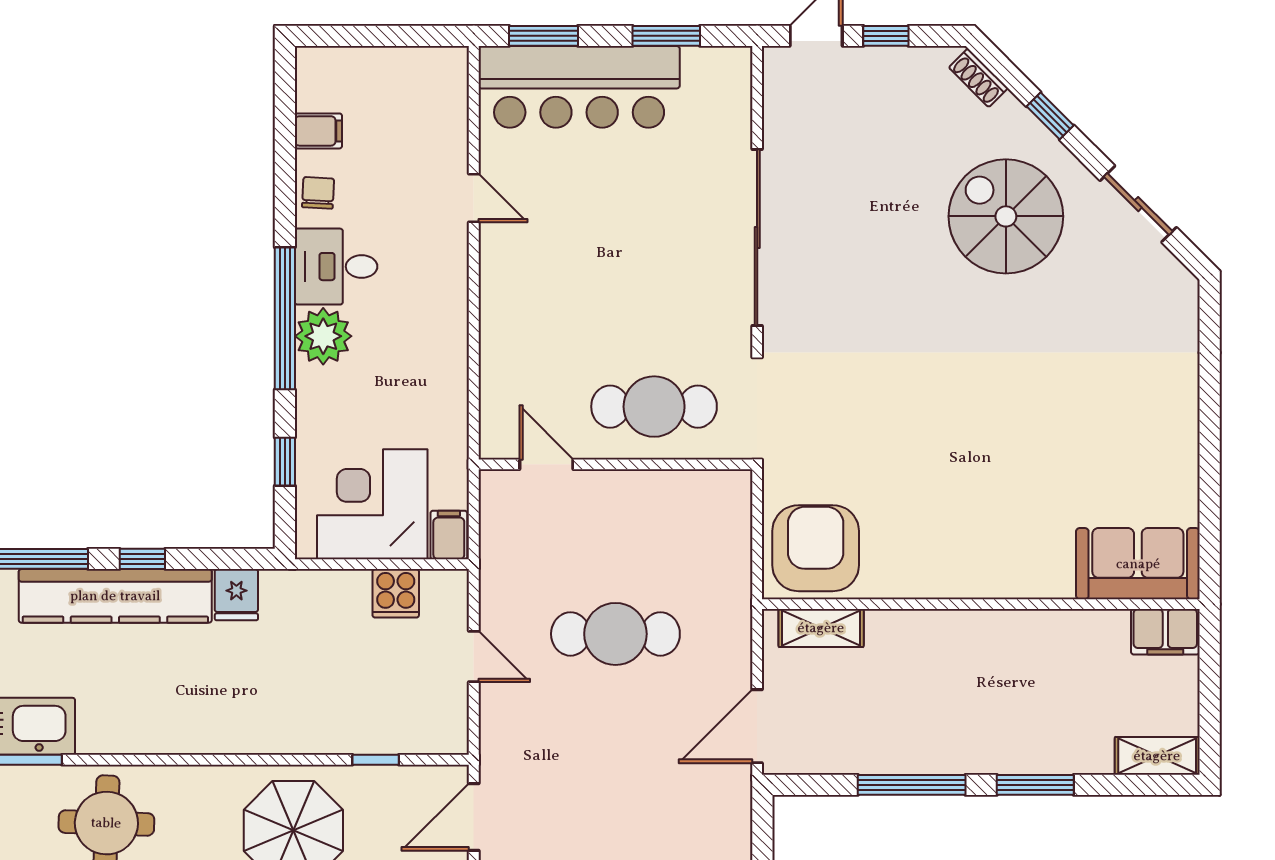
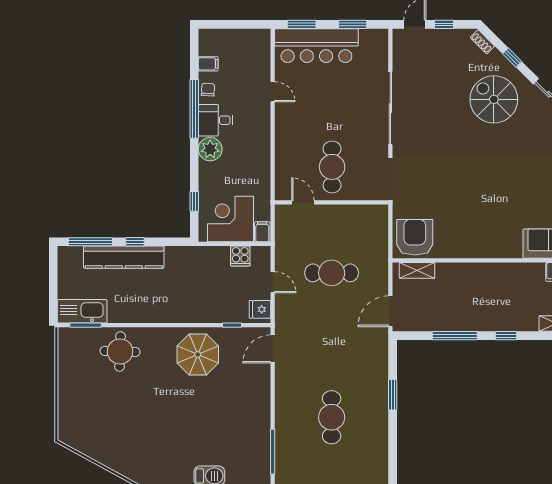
window: (285, 318) -> (194, 109), moved
cafe table: (654, 407) -> (332, 167), moved, turned 90
fridge: (236, 595) -> (260, 309), moved, turned 90
window: (1035, 785) -> (506, 336), width x0.67

